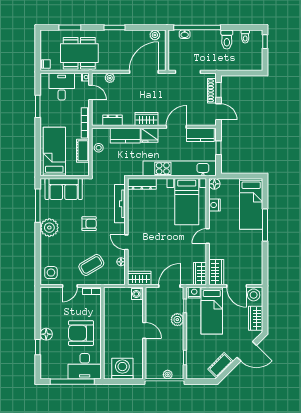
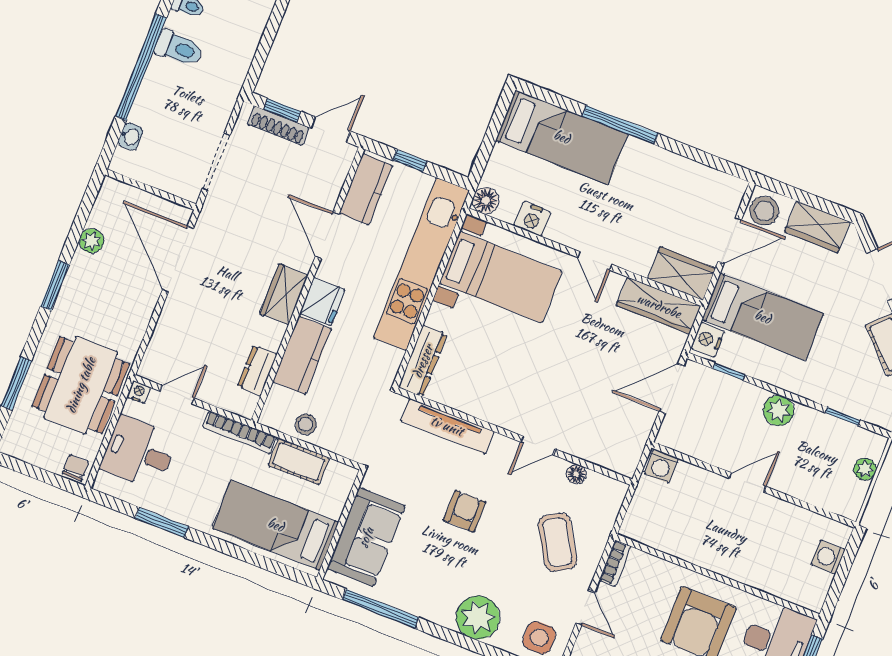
window: (197, 28) -> (141, 67), moved
plant: (155, 35) -> (92, 241), moved
plant: (110, 78) -> (162, 339), removed
plant: (49, 228) -> (478, 618), moved
wardrobe: (200, 274) -> (659, 306), width x1.50
wardrobe: (139, 278) -> (628, 448), removed
door: (169, 286) -> (671, 388), hinge flipped
plant: (177, 320) -> (779, 410), moved
washing machine: (122, 369) -> (828, 557), width x0.53, depth x0.53

